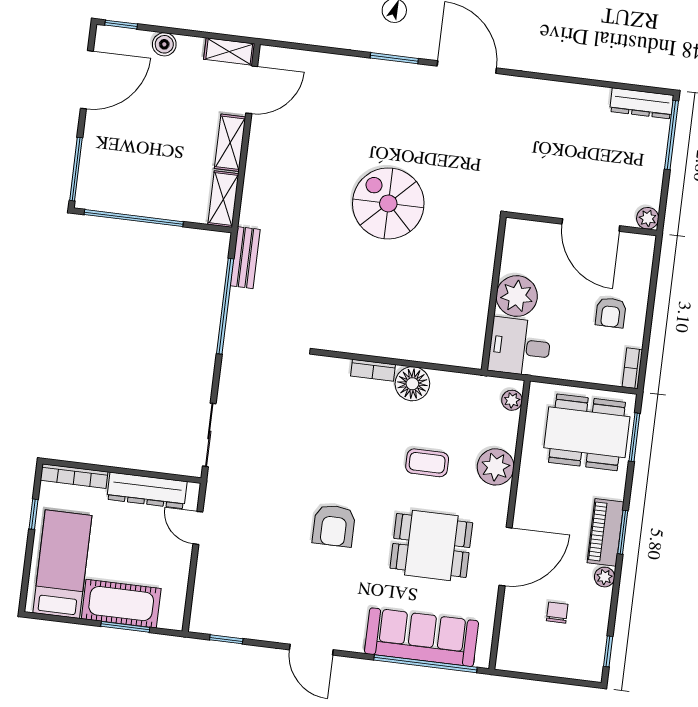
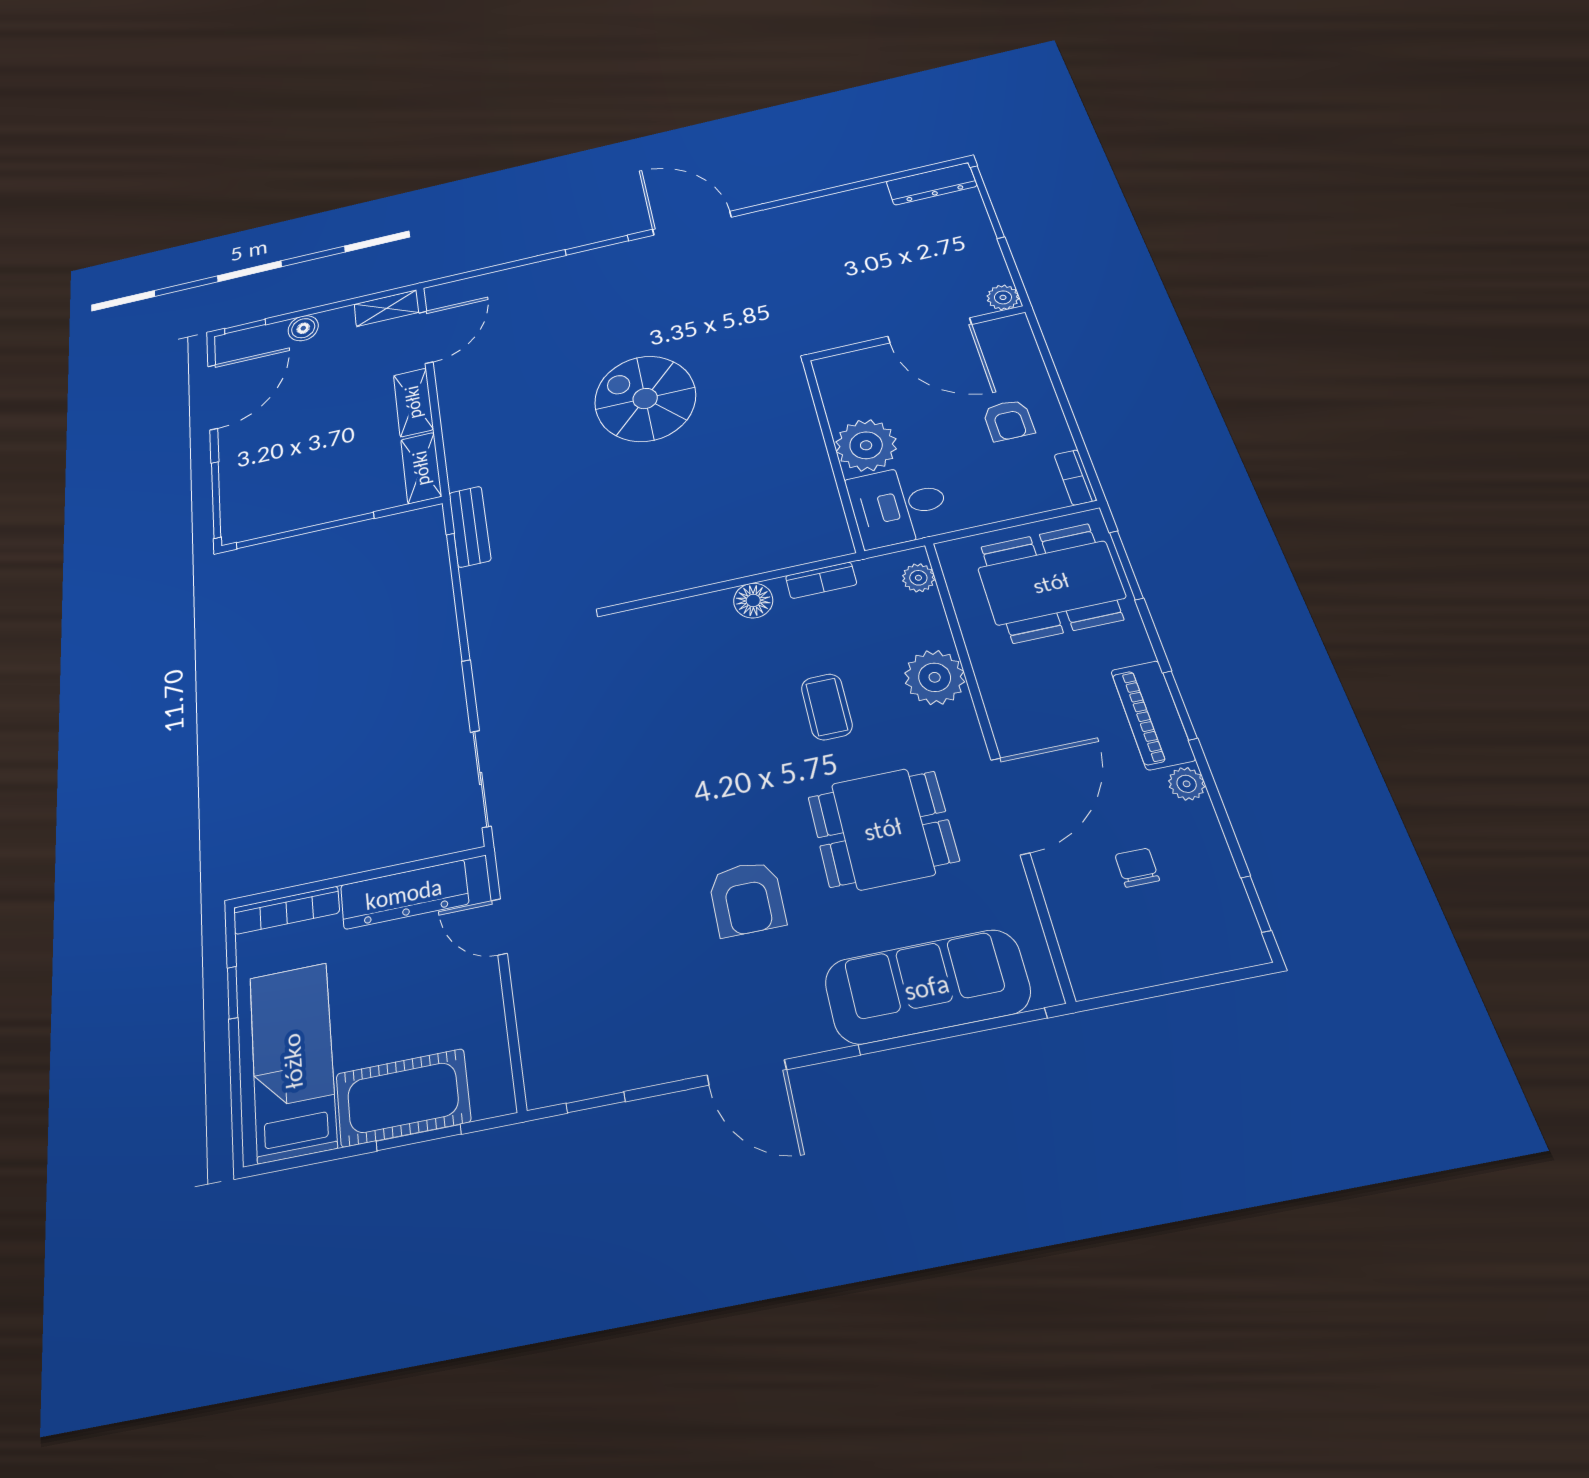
bookcase: (373, 370) -> (821, 580), moved
floor lamp: (412, 384) -> (753, 601), width x0.73, depth x0.73
coffee table: (427, 463) -> (827, 707), turned 90
armchair: (334, 526) -> (747, 898), moved

